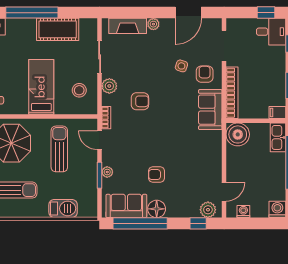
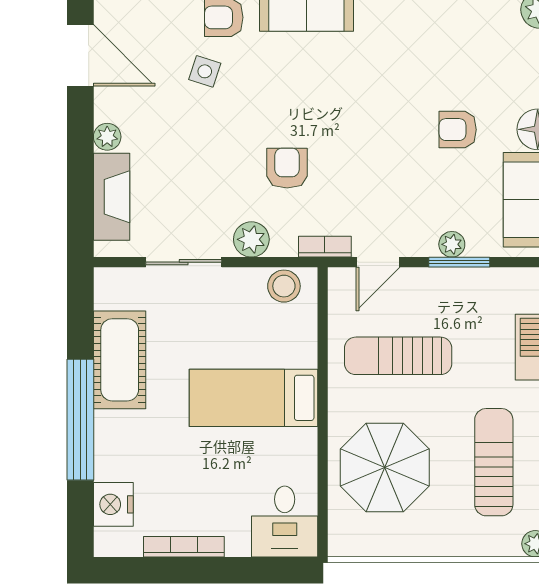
stool: (79, 90) -> (284, 286), moved
armchair: (156, 175) -> (458, 130), turned 90

